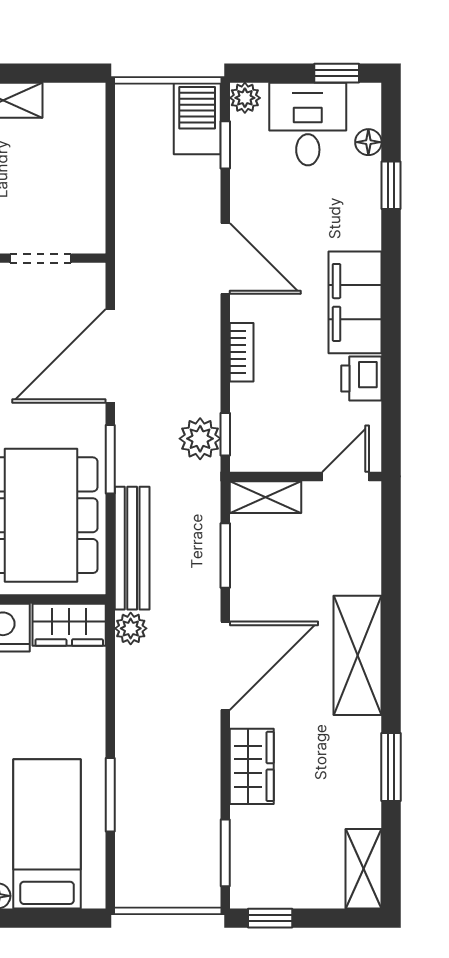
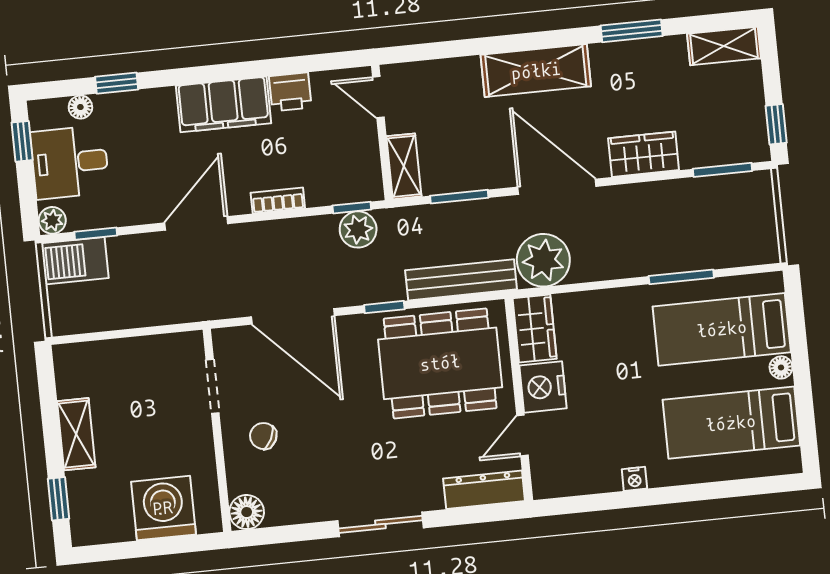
window: (110, 459) -> (384, 307), width x0.67
plant: (131, 628) -> (543, 260), width x1.87, depth x1.87

